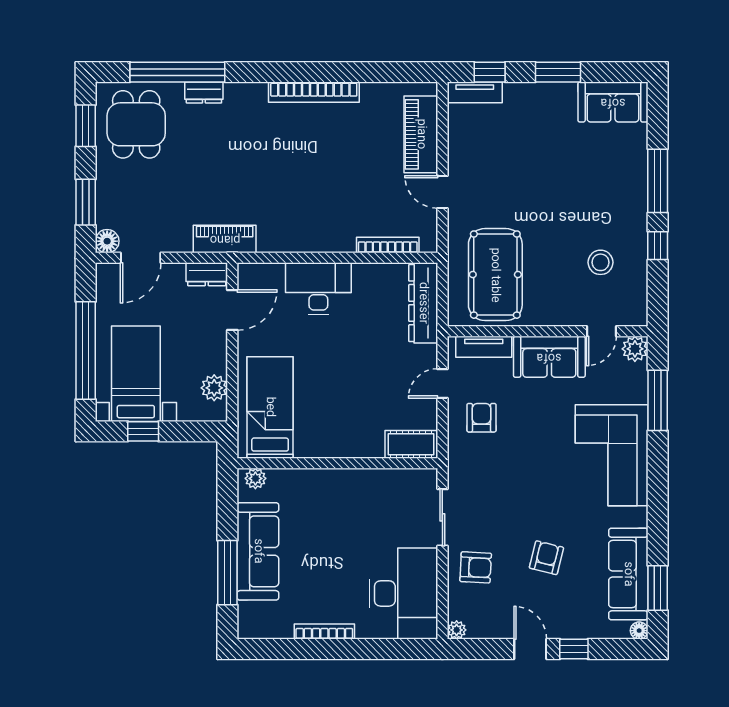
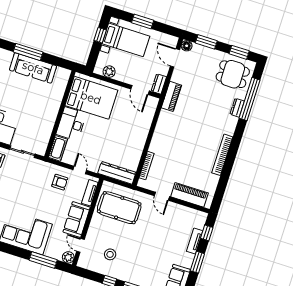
tv unit: (475, 92) -> (195, 241), moved
door: (442, 192) -> (162, 196), swing flipped
desk: (318, 288) -> (71, 124), moved, turned 180
window: (86, 351) -> (143, 22), width x0.47
bed: (270, 407) -> (91, 98), width x1.50
plant: (255, 478) -> (65, 77), removed

